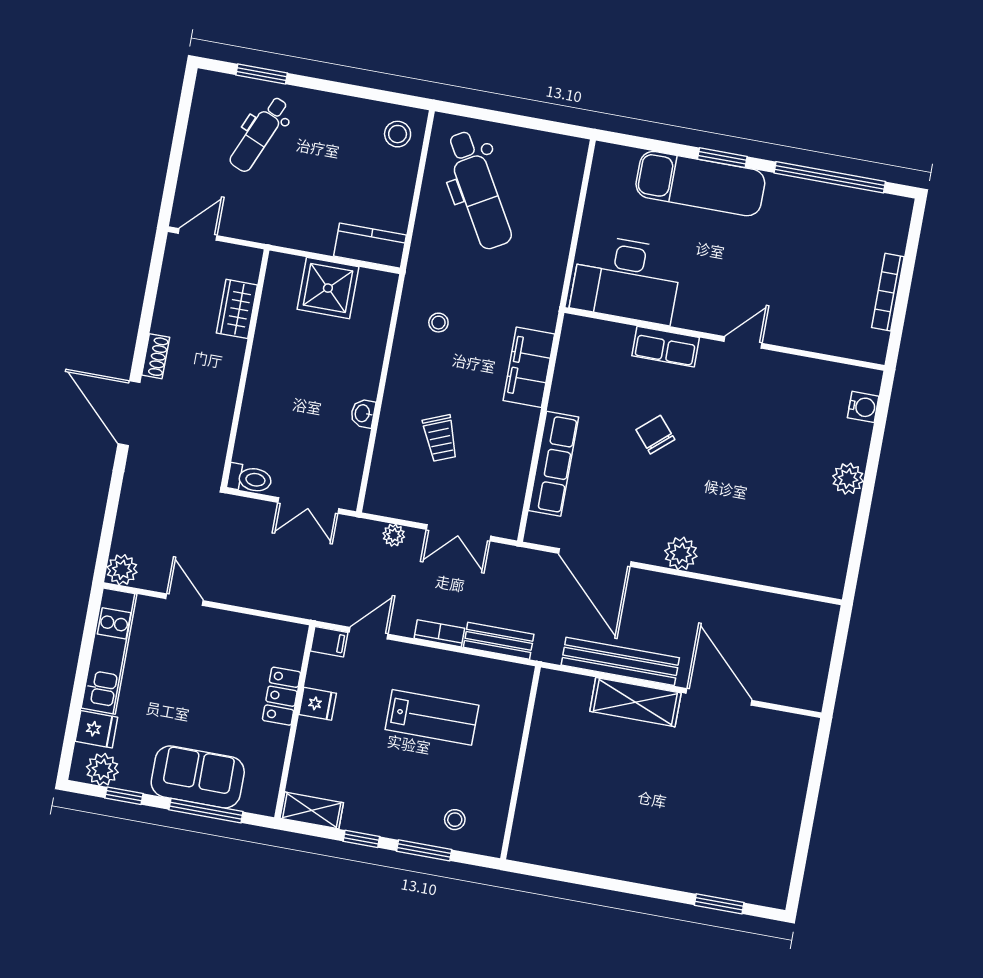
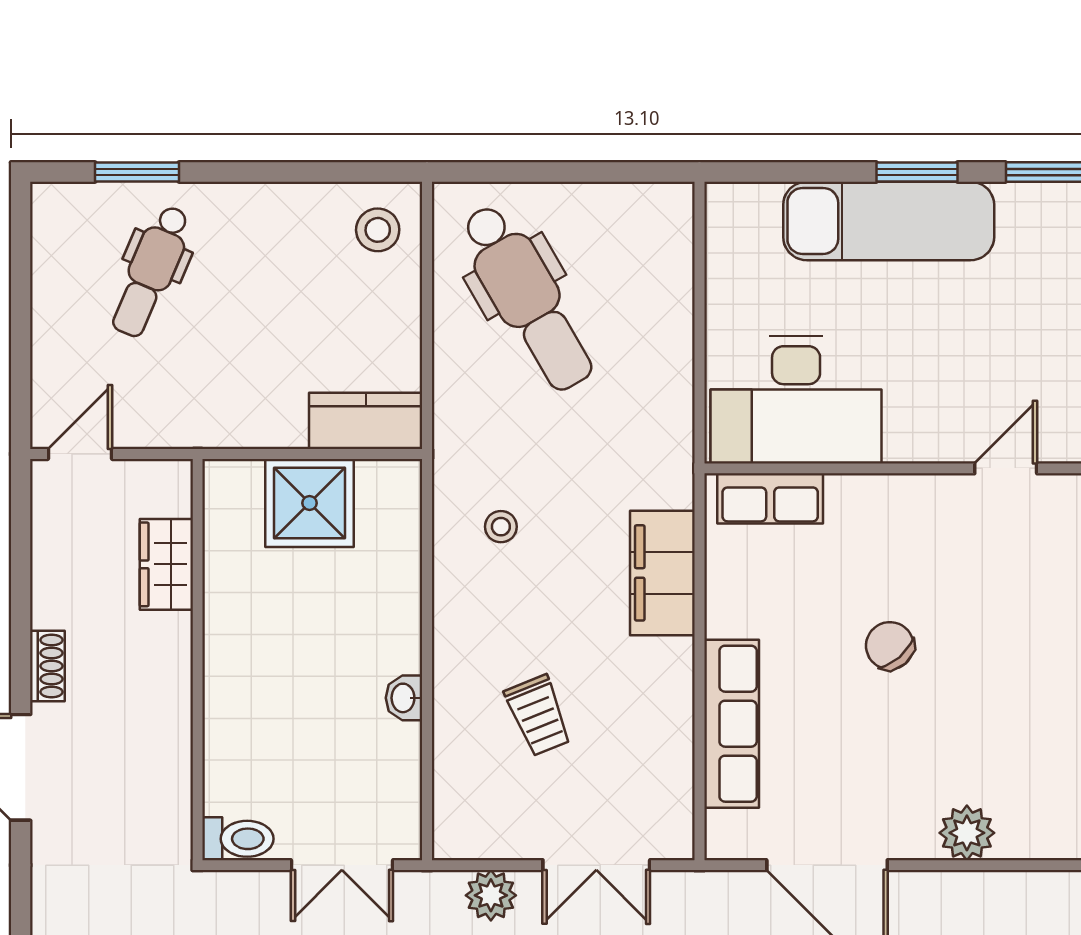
row of seats: (666, 347) -> (770, 498), moved
plant: (394, 535) -> (491, 895), width x1.38, depth x1.38

